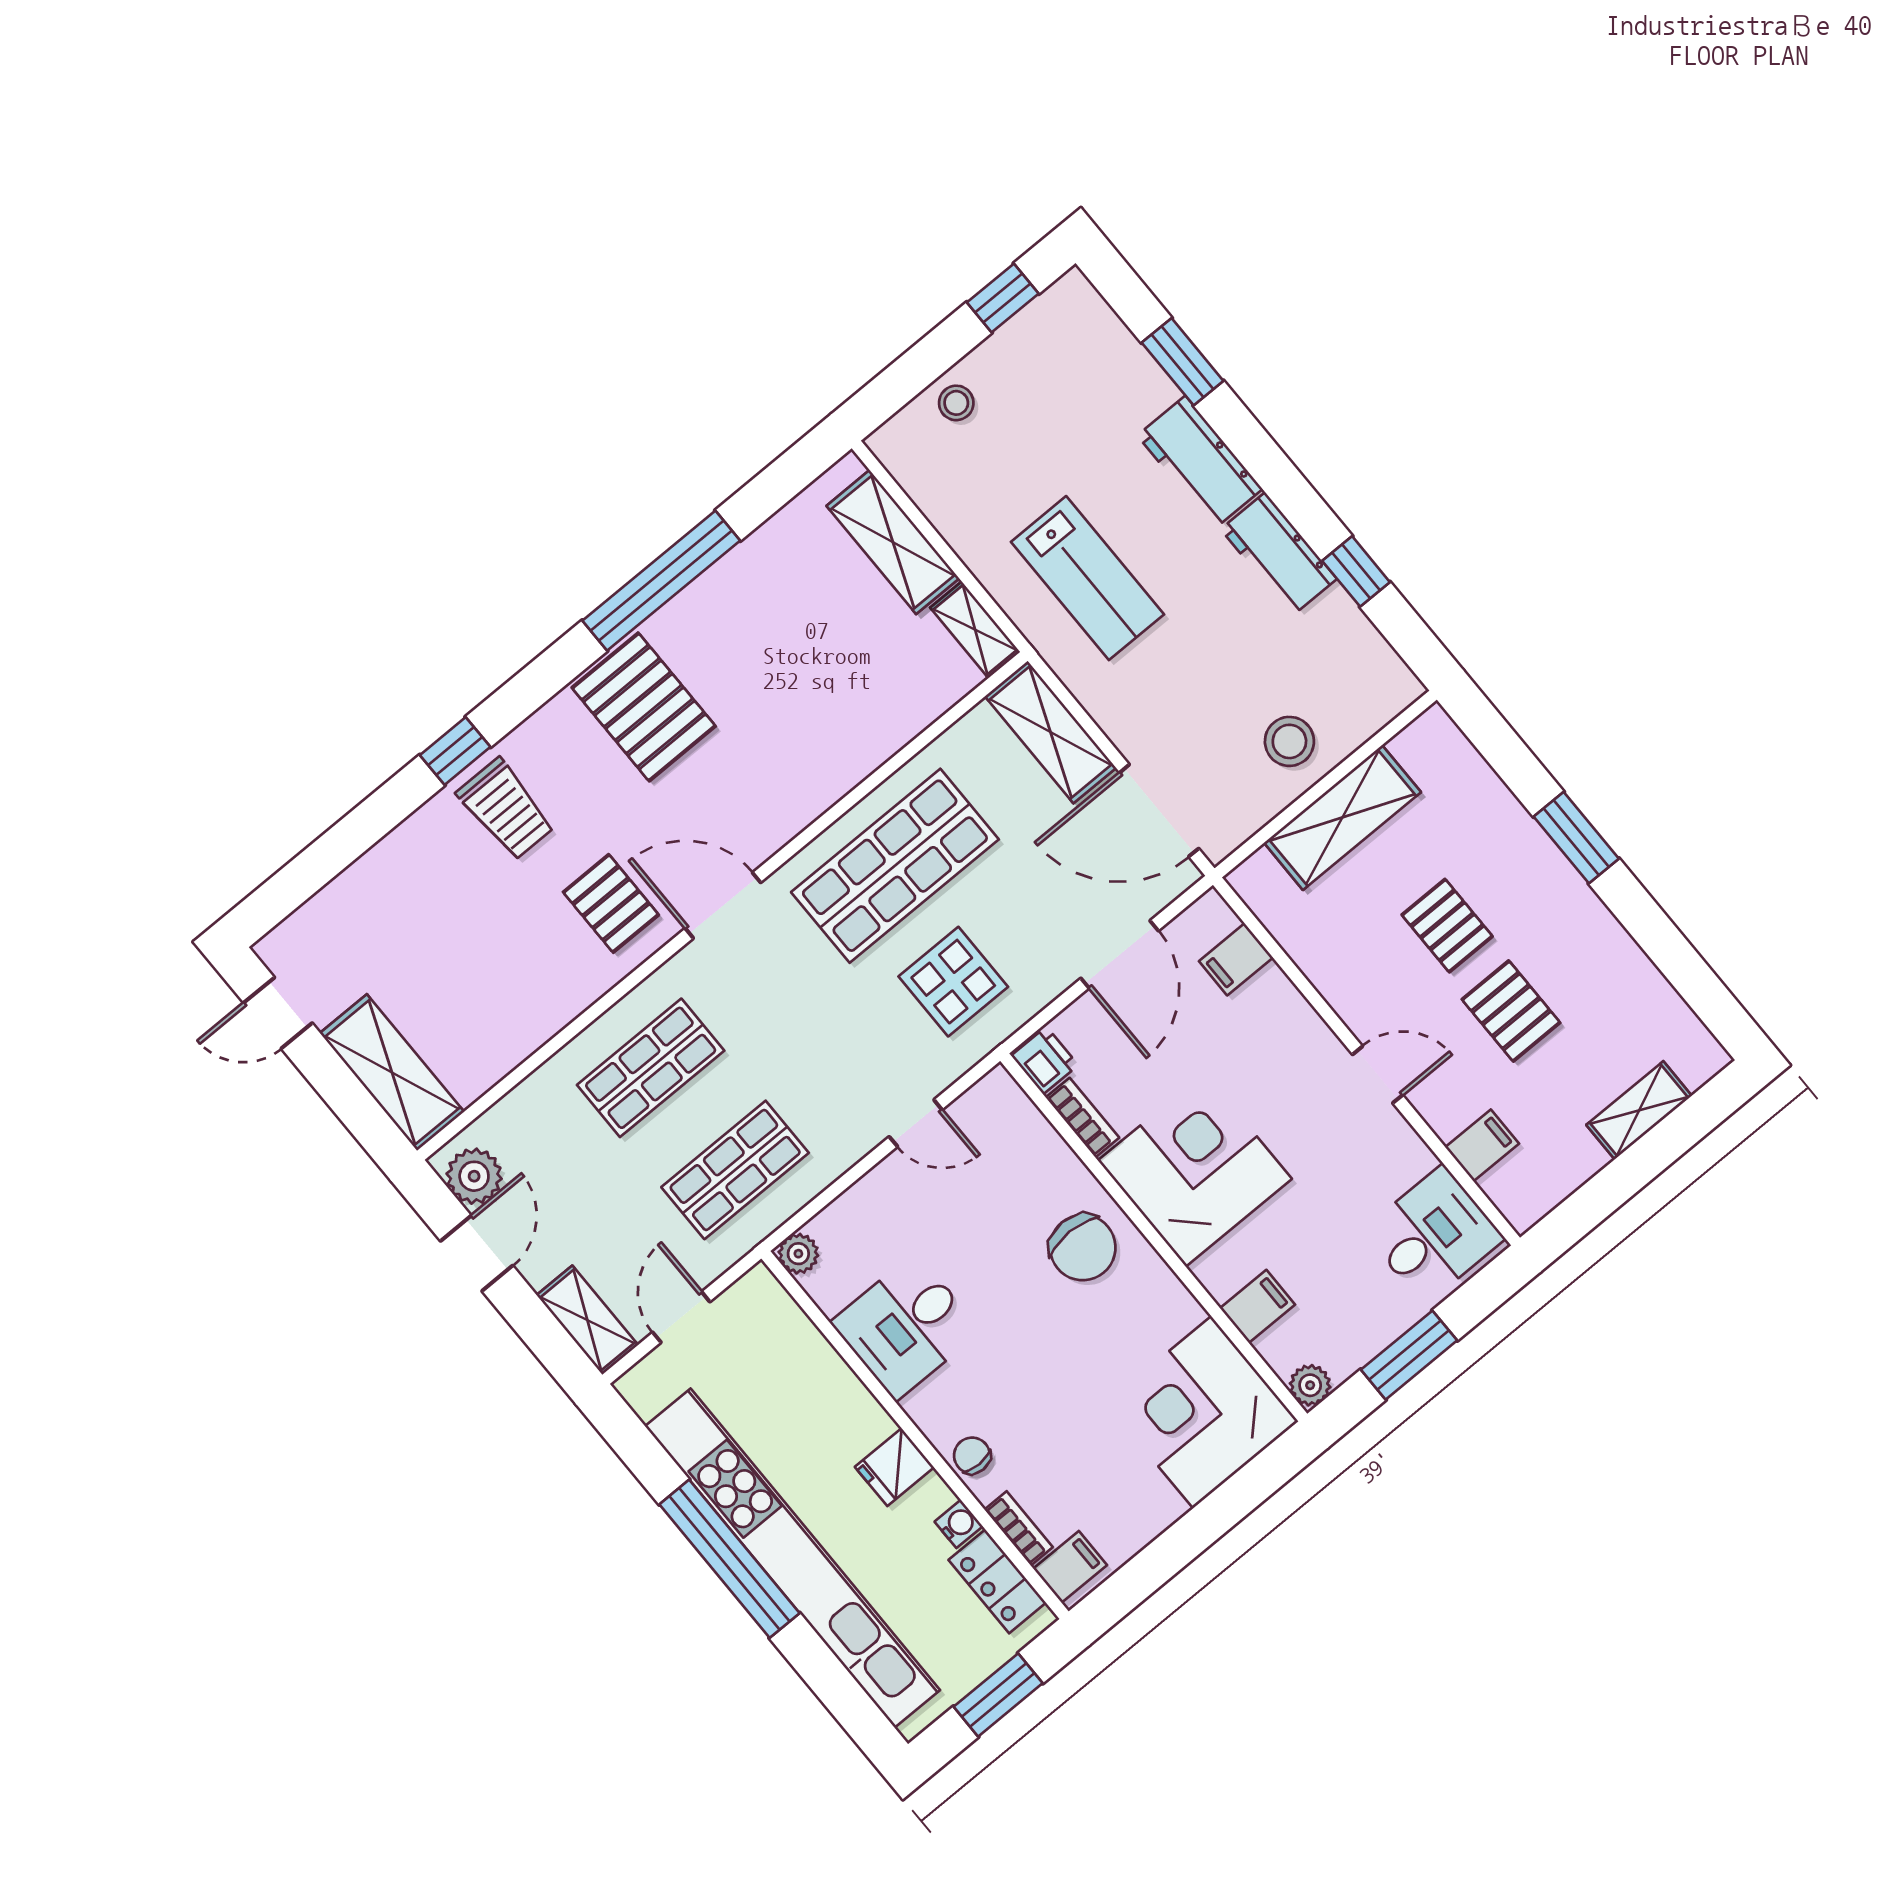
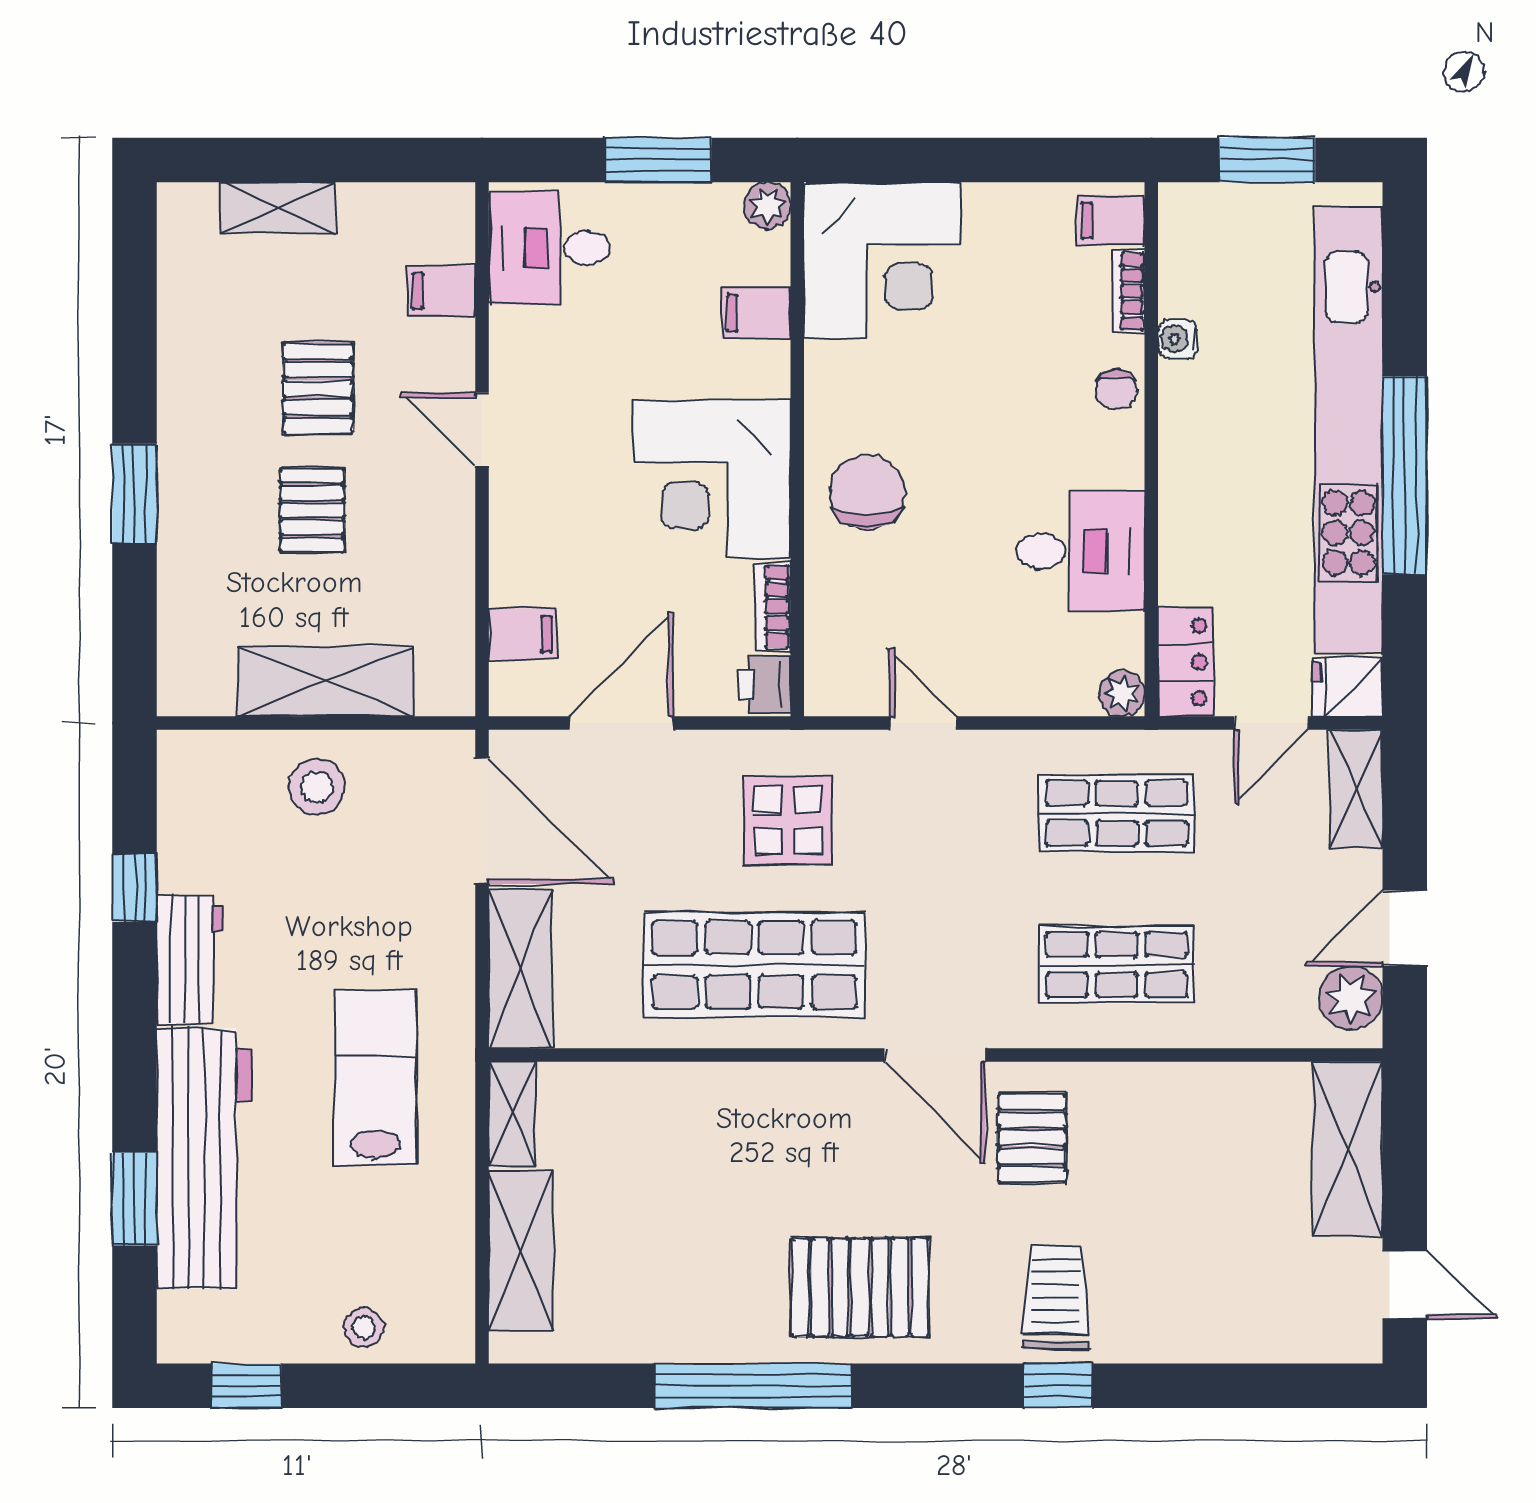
workbench: (1200, 462) -> (204, 1159), width x1.88, depth x1.32
pallet: (644, 707) -> (860, 1287), turned 90
fridge: (894, 1467) -> (1348, 687), moved, turned 180
locker: (997, 1581) -> (1185, 662), moved

